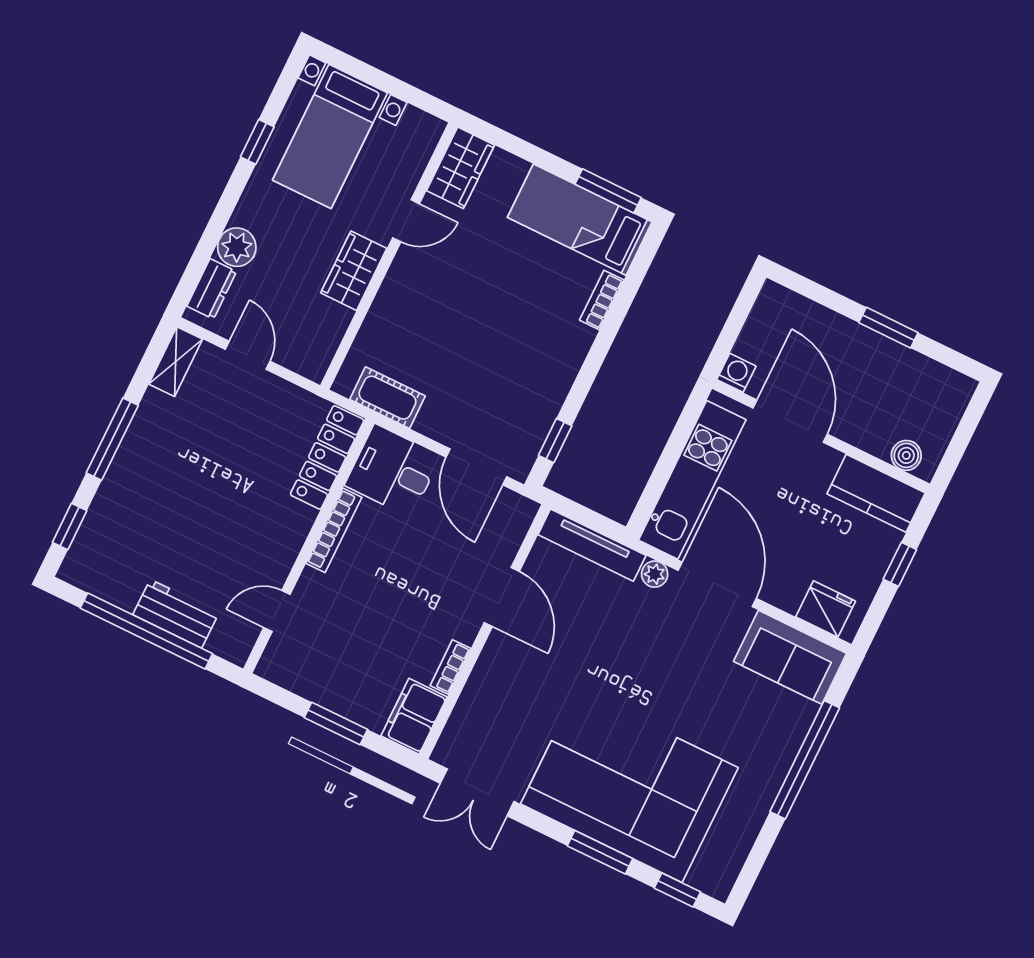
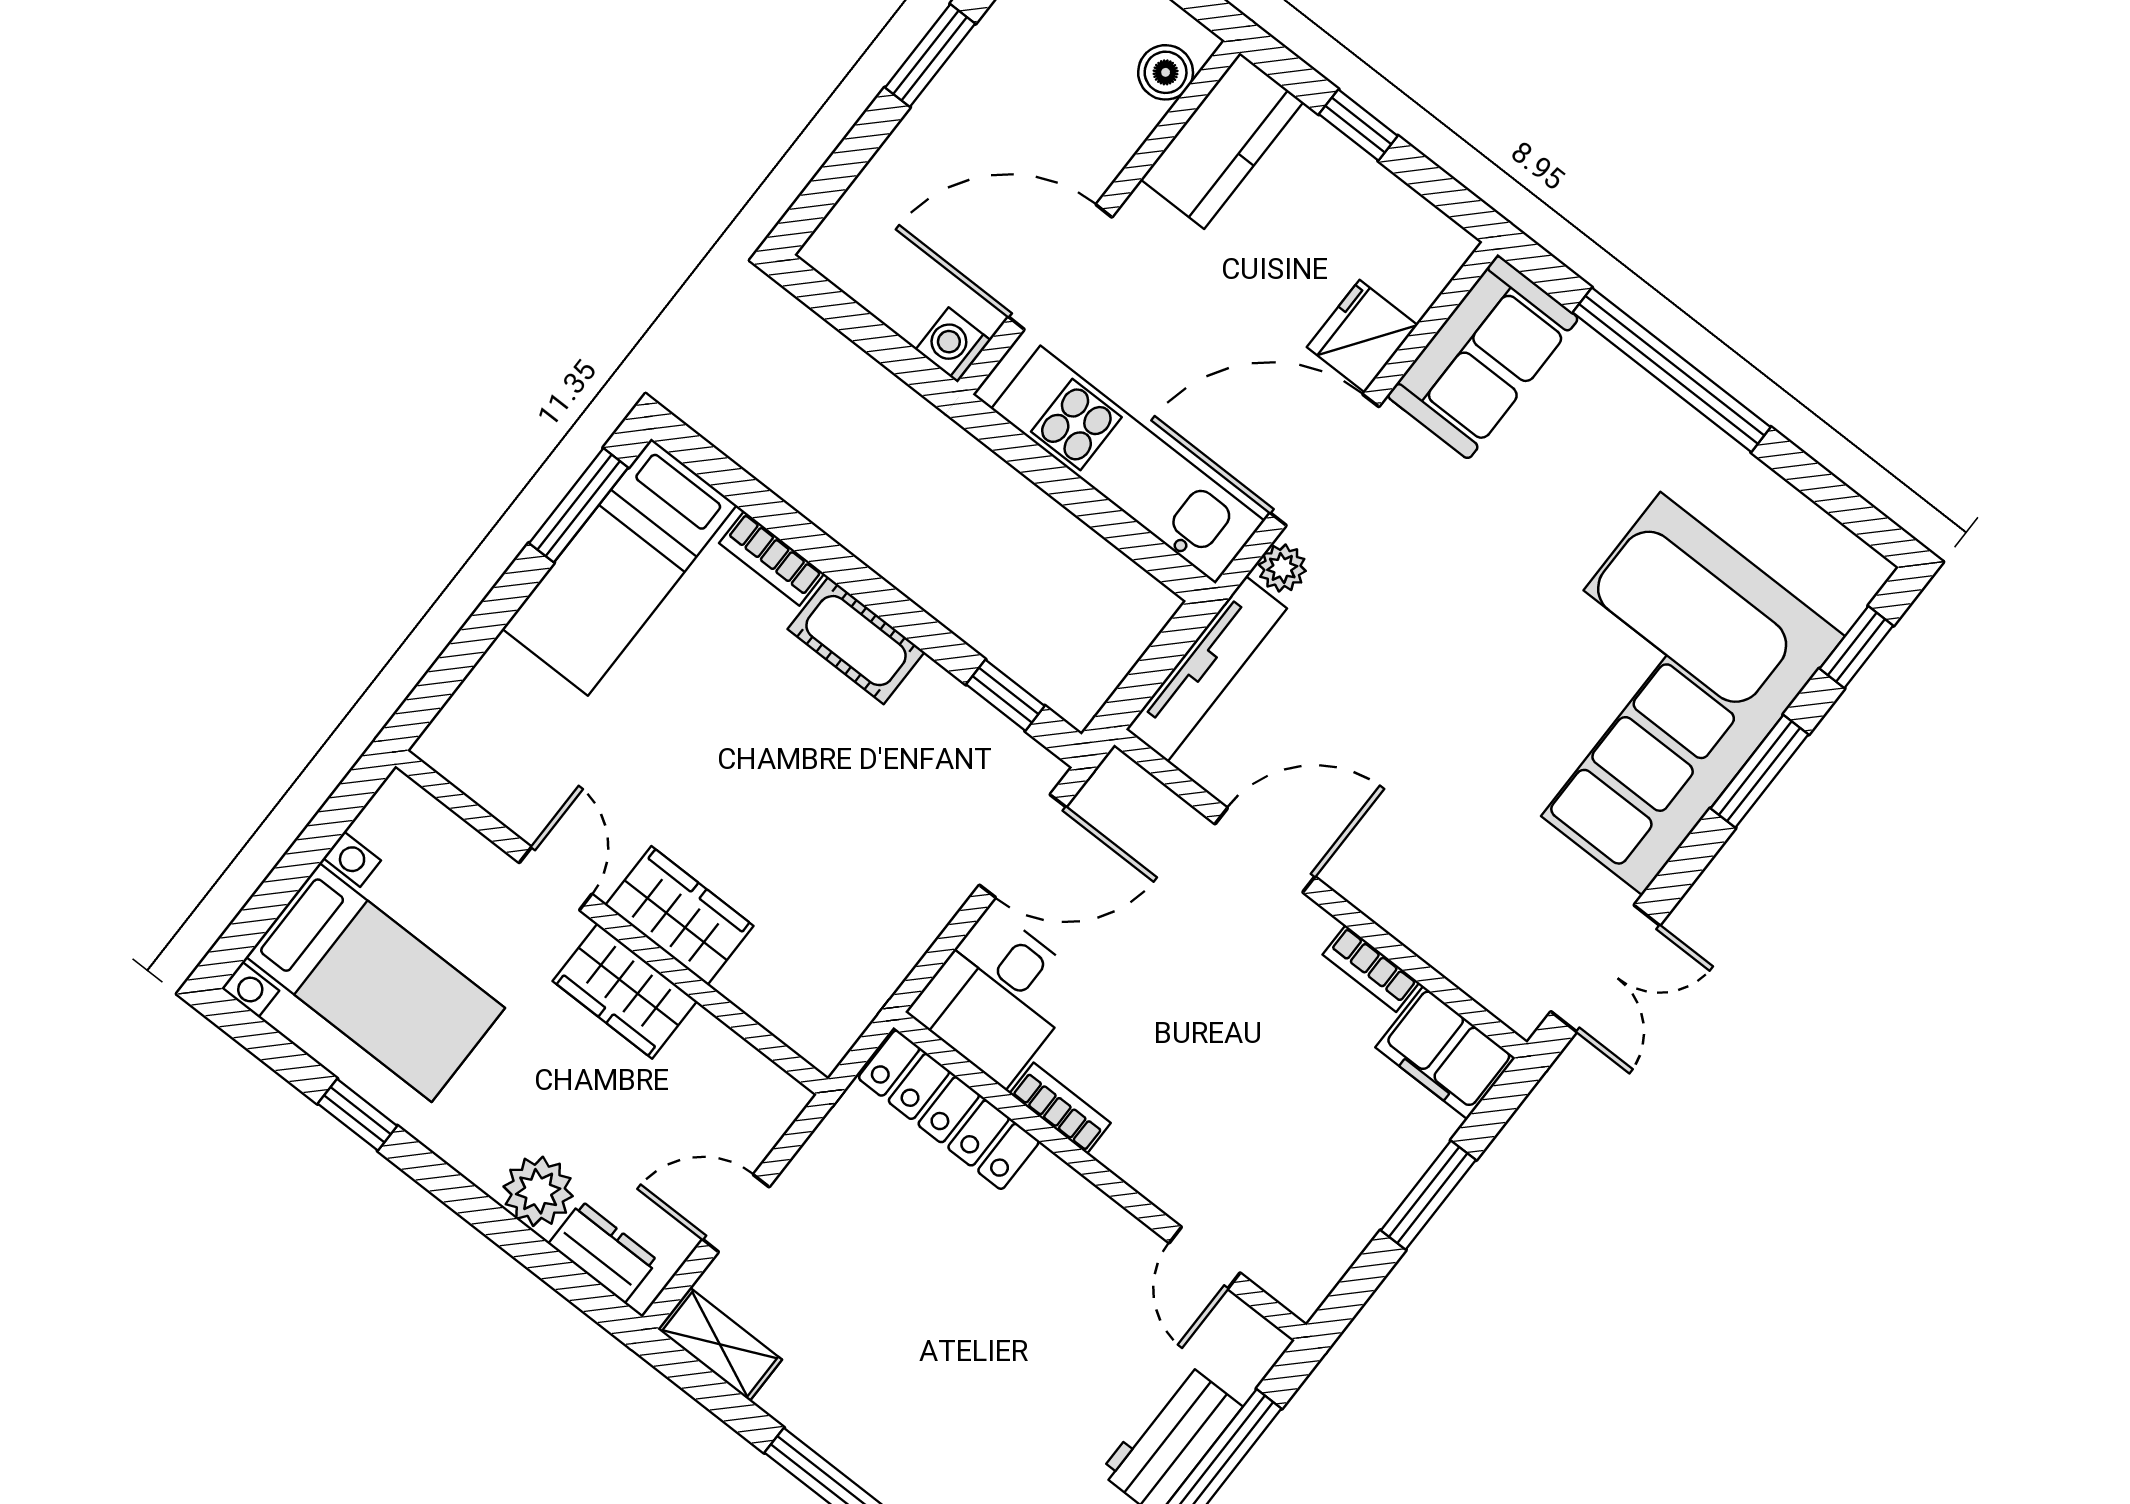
wardrobe: (460, 168) -> (679, 915), moved
cot: (387, 398) -> (856, 641), moved, turned 90
bookcase: (334, 530) -> (1060, 1108), width x0.64
fridge: (826, 609) -> (1362, 336), moved

